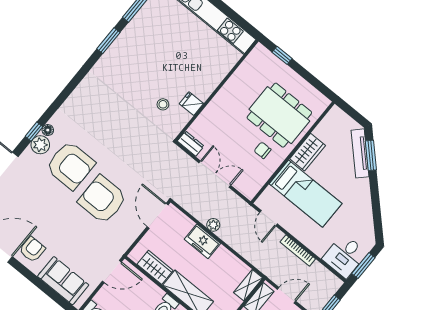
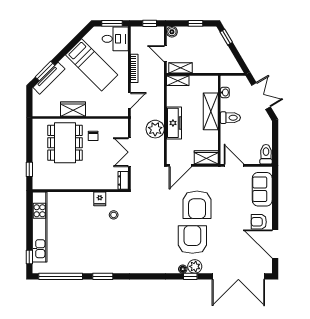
bed: (306, 194) -> (92, 65), moved, turned 135
plant: (213, 225) -> (155, 129), width x1.88, depth x1.88
freezer: (202, 241) -> (174, 123), width x1.40
wardrobe: (155, 267) -> (206, 157), moved, turned 90

